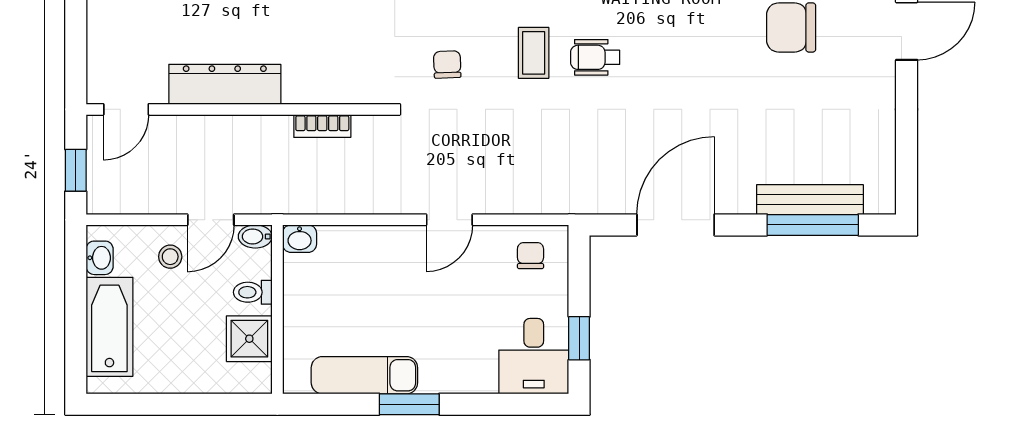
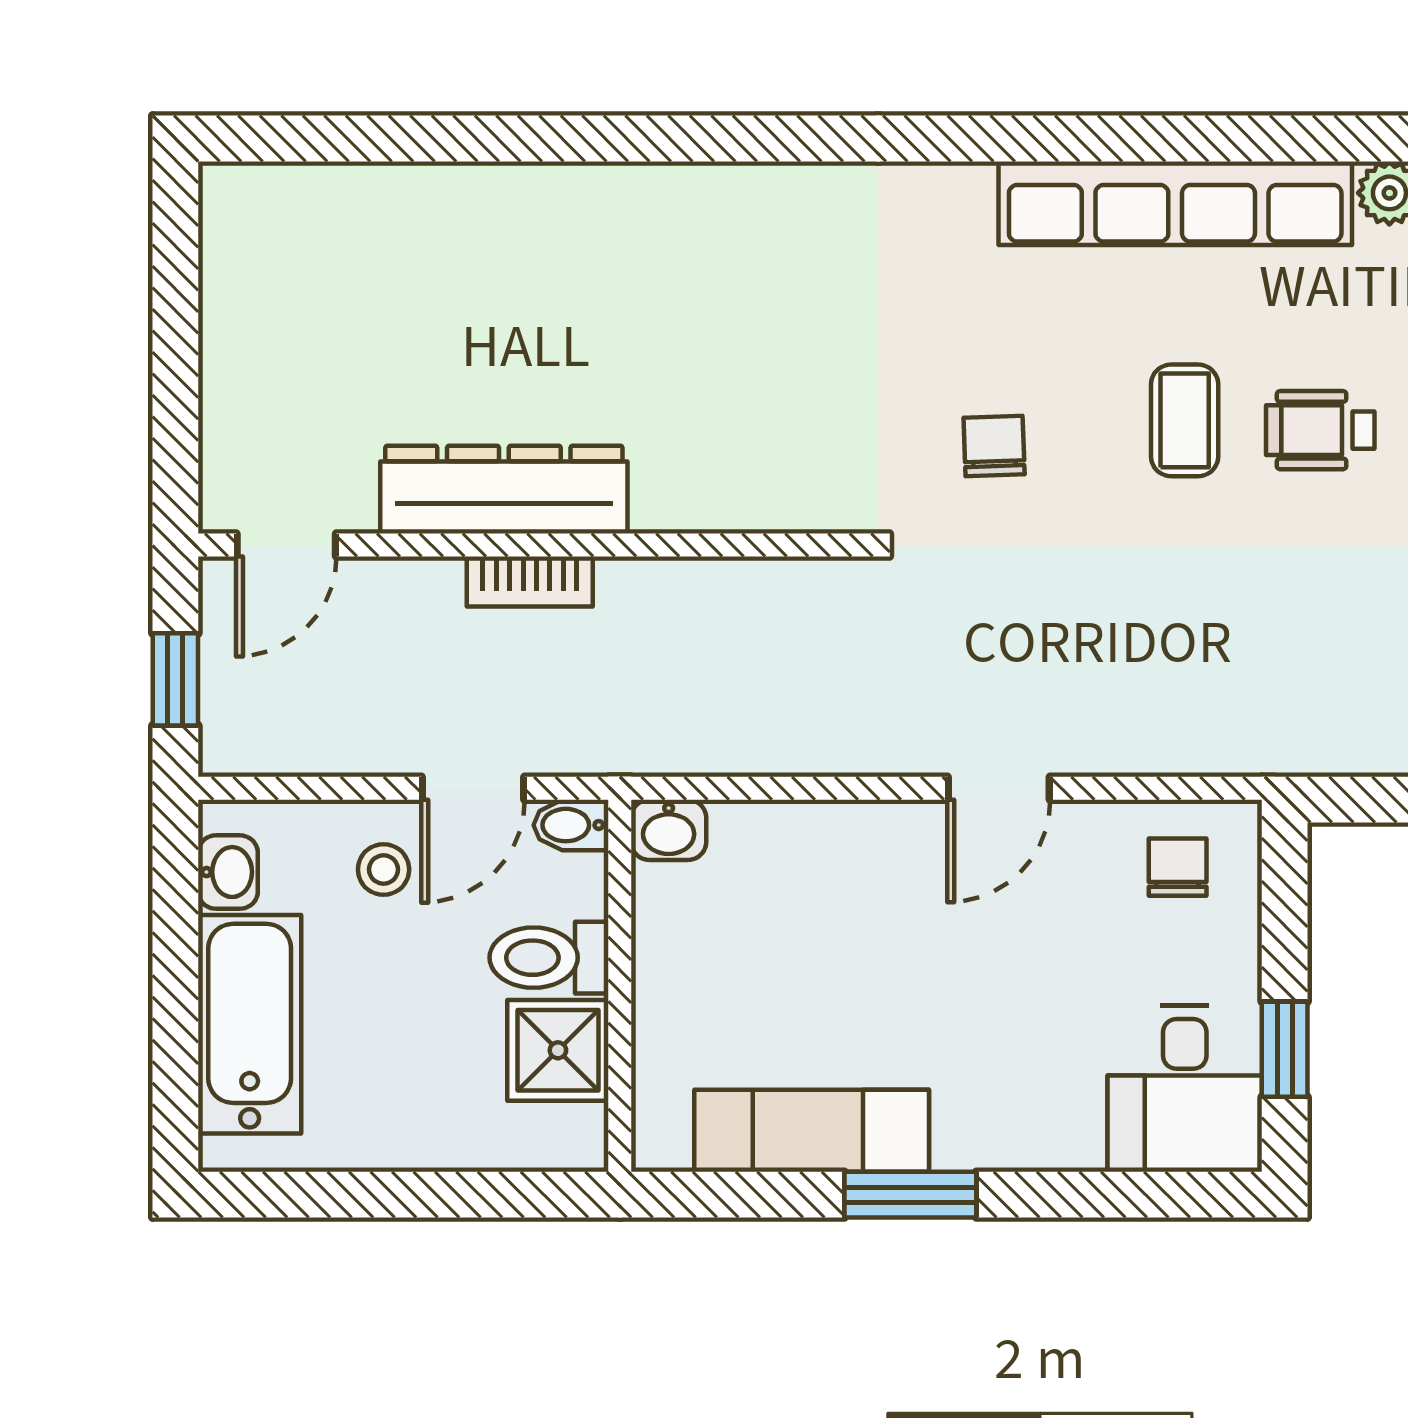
bookcase: (322, 126) -> (530, 582), moved
toilet: (253, 292) -> (549, 958), width x1.37, depth x1.39

